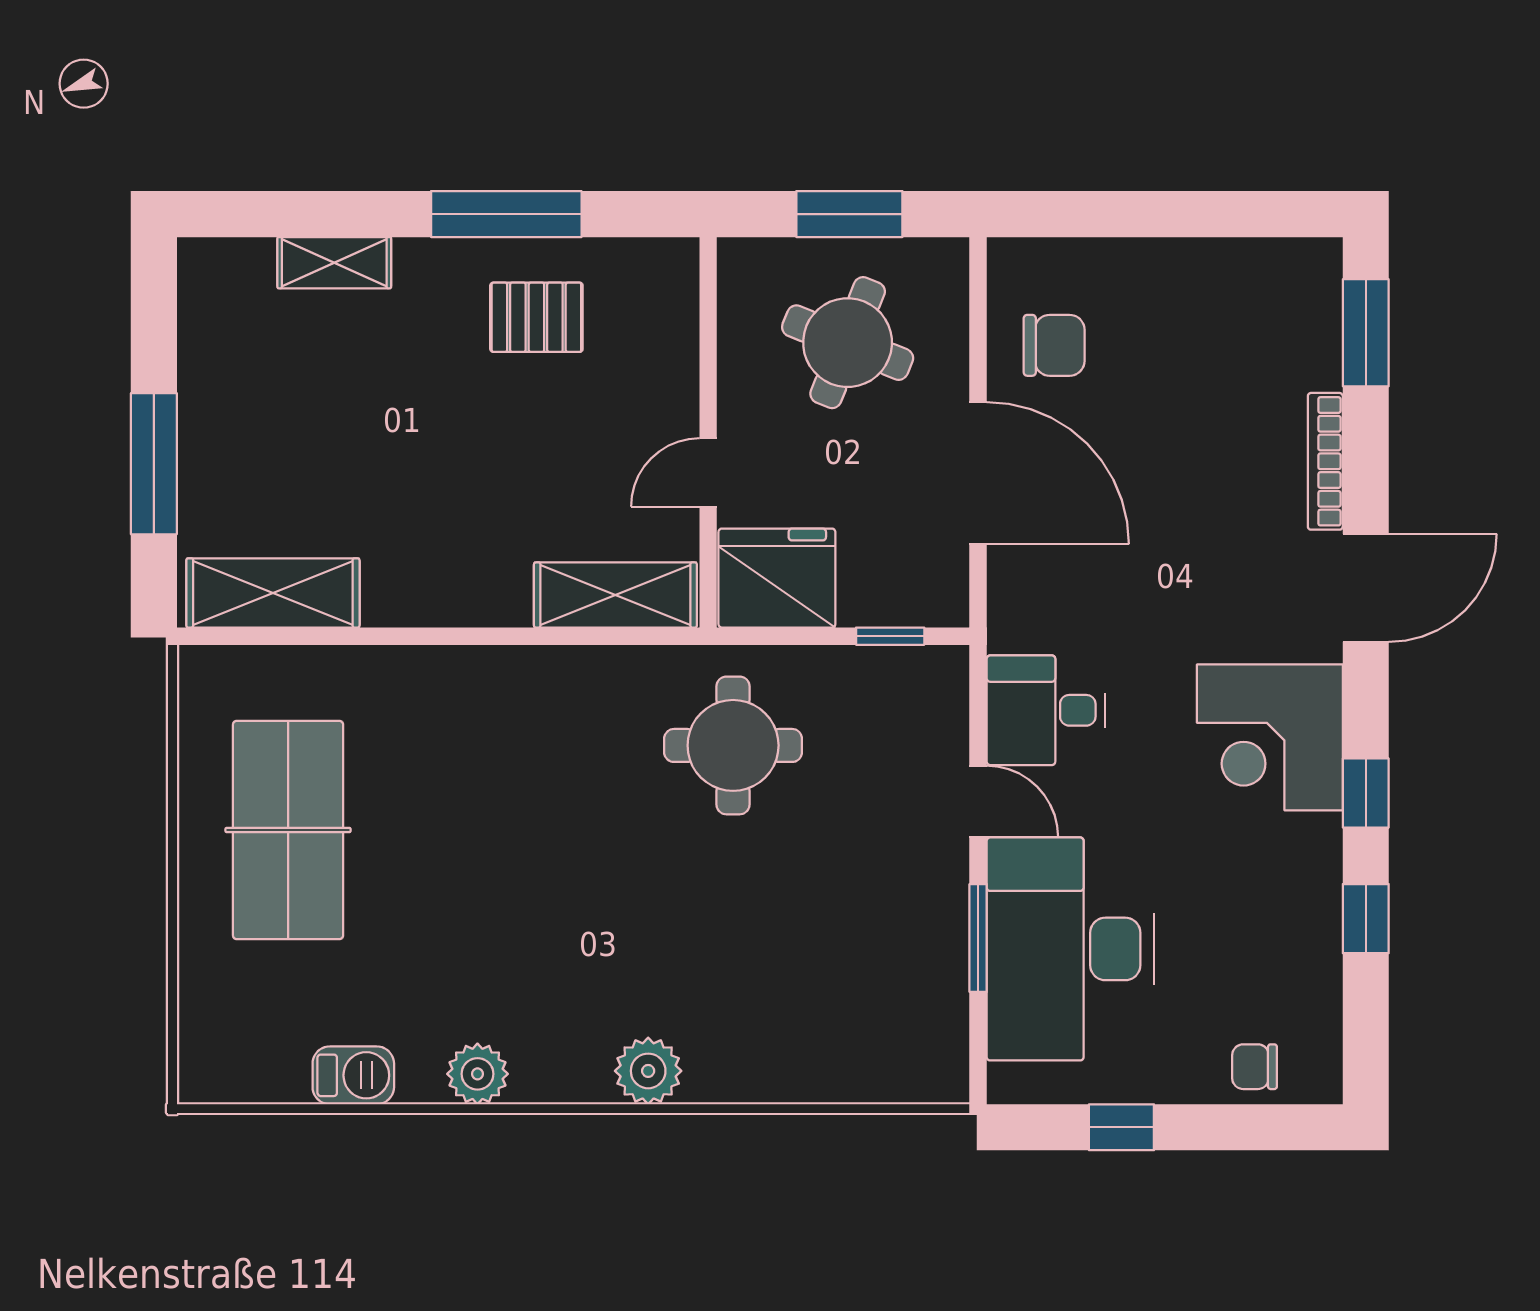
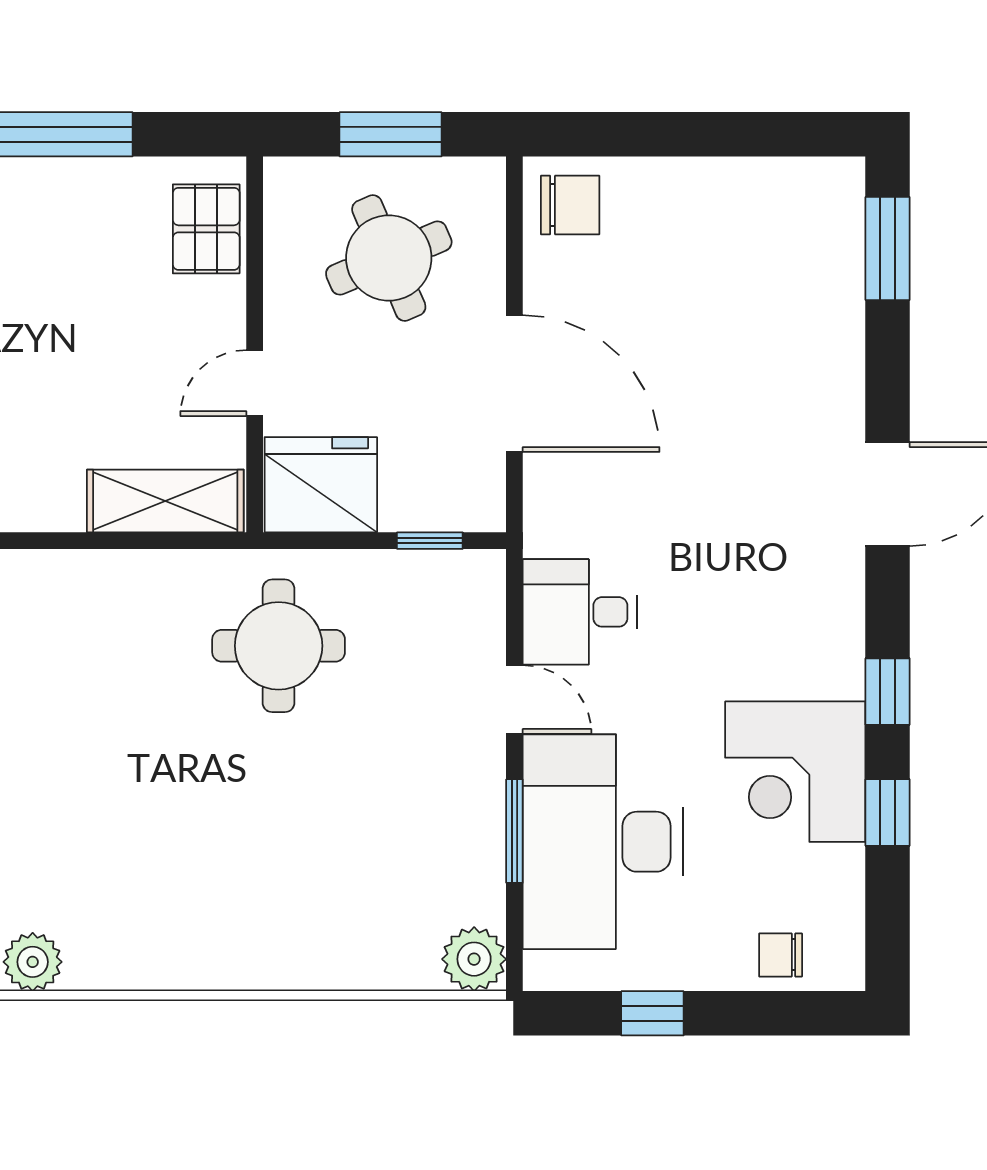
pallet: (536, 317) -> (206, 229), moved, turned 90
round table: (848, 343) -> (389, 258), turned 45
chair: (1054, 345) -> (570, 205), moved
bookcase: (1325, 461) -> (849, 372), removed
corner desk: (1270, 737) -> (795, 772), moved
plant: (648, 1071) -> (474, 959), moved

